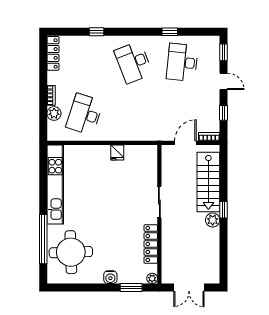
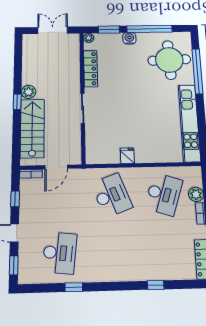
desk: (133, 62) -> (112, 195), moved
window: (89, 288) -> (149, 29), added

